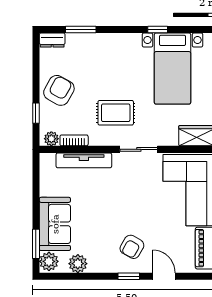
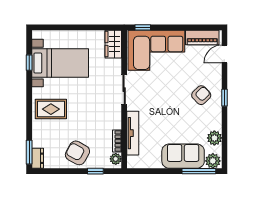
window: (81, 29) -> (29, 152), moved
window: (158, 29) -> (29, 63), moved
rug: (116, 113) -> (51, 109), moved, turned 90
window: (36, 244) -> (199, 171), width x1.44
armchair: (132, 247) -> (201, 95), turned -74
door: (164, 276) -> (224, 54), moved

